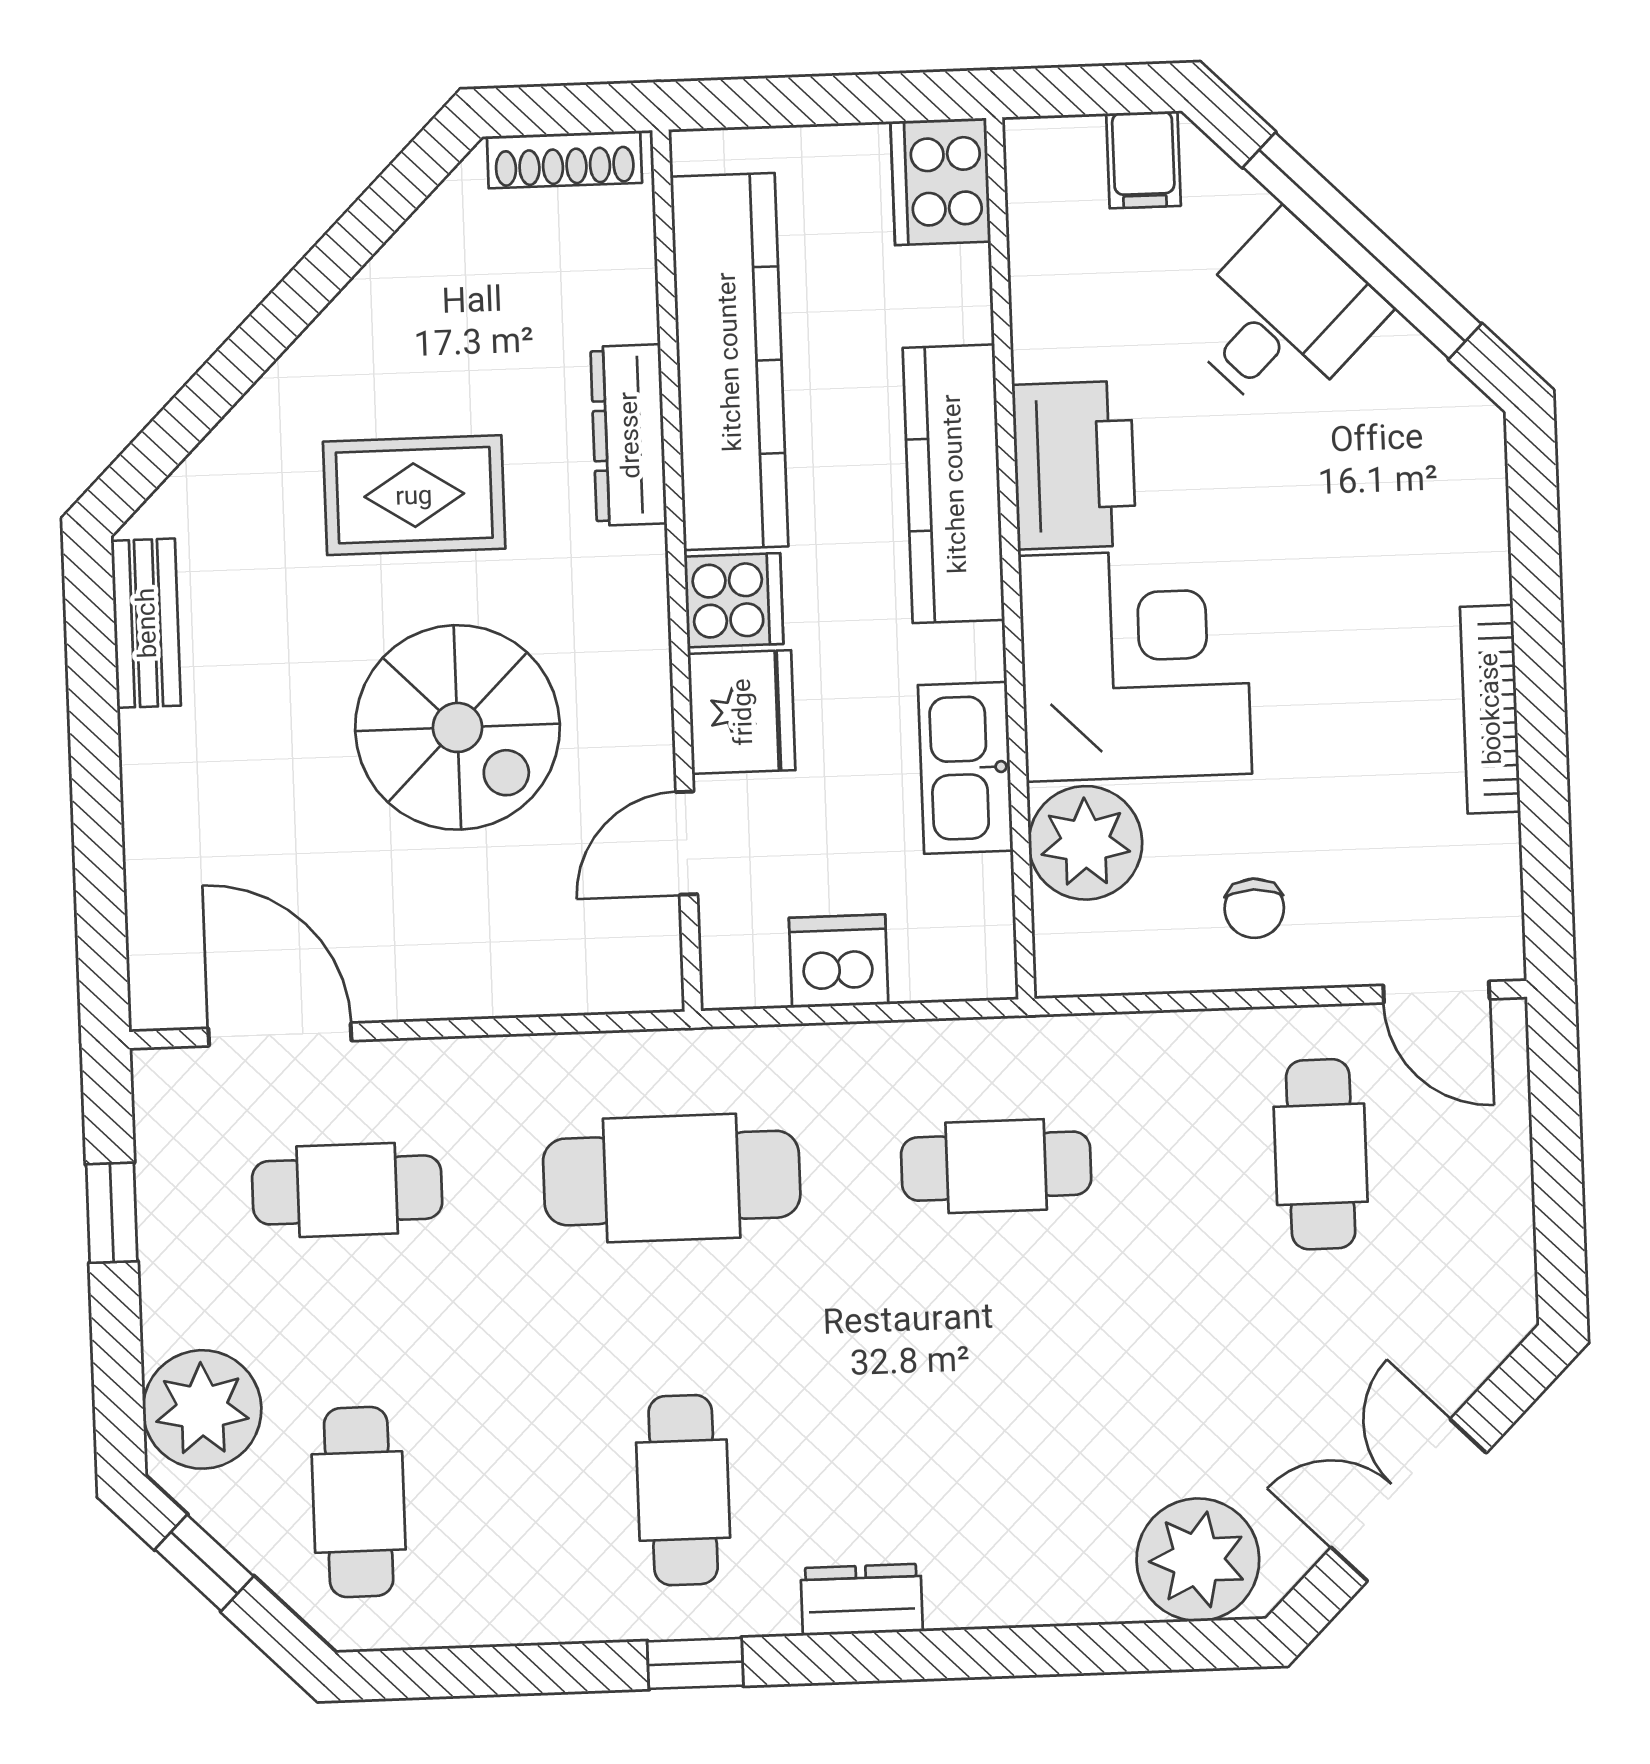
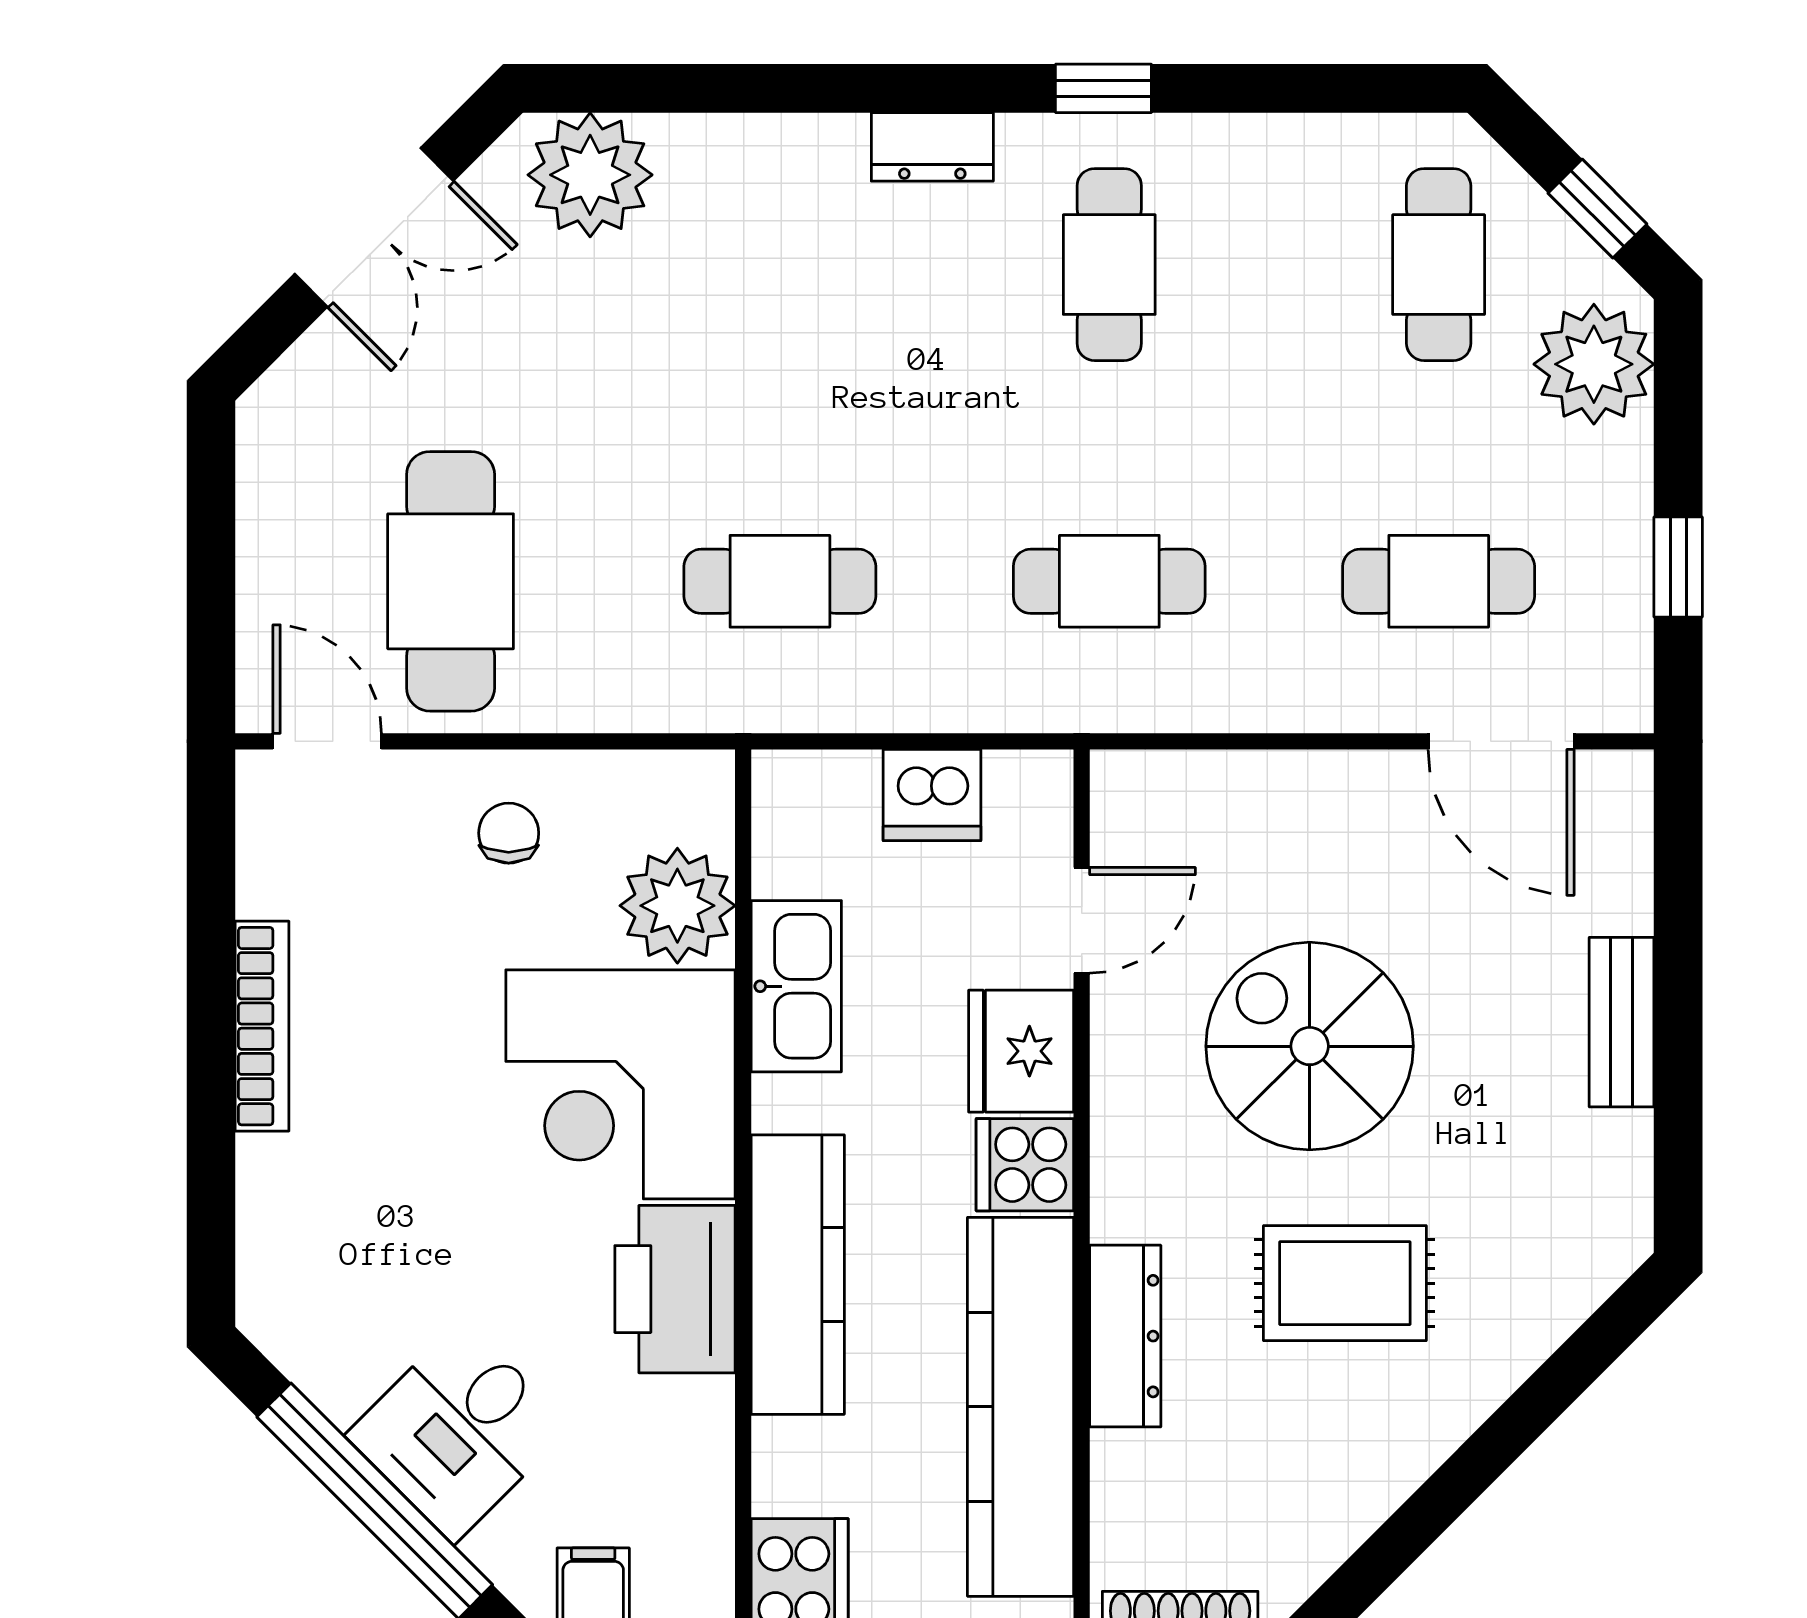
bench: (146, 623) -> (1622, 1022), moved
cafe table: (1321, 1154) -> (451, 581), width x1.37, depth x1.35
cafe table: (672, 1178) -> (1109, 581), width x0.73, depth x0.74

